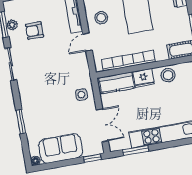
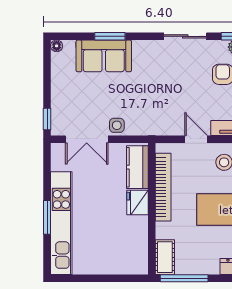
stool: (168, 75) -> (136, 234), removed
side table: (81, 95) -> (117, 125), moved
sofa: (61, 148) -> (104, 56), moved, turned 90
window: (136, 150) -> (47, 217), moved

